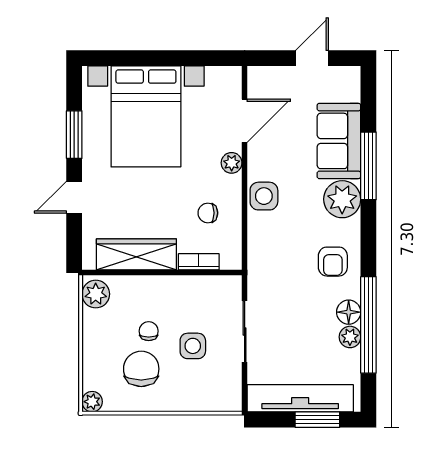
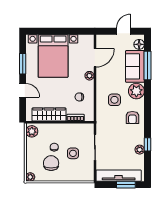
window: (368, 166) -> (148, 65), moved
side table: (264, 196) -> (114, 100), moved
door: (74, 197) -> (23, 90), swing flipped
floor lamp: (349, 312) -> (139, 44), moved
window: (368, 325) -> (148, 144), width x0.32

